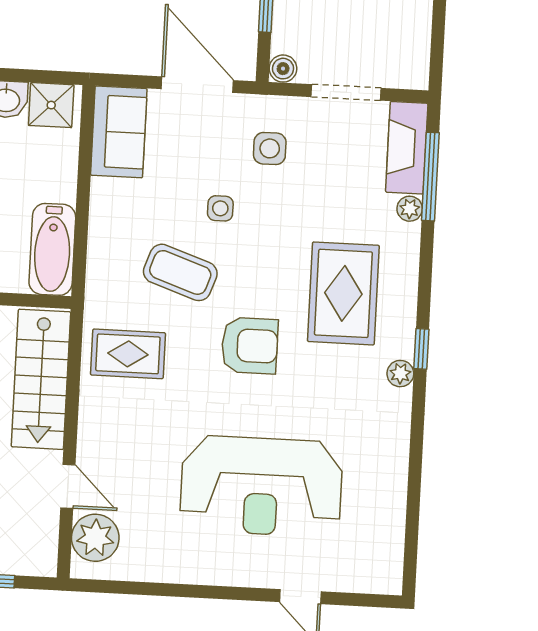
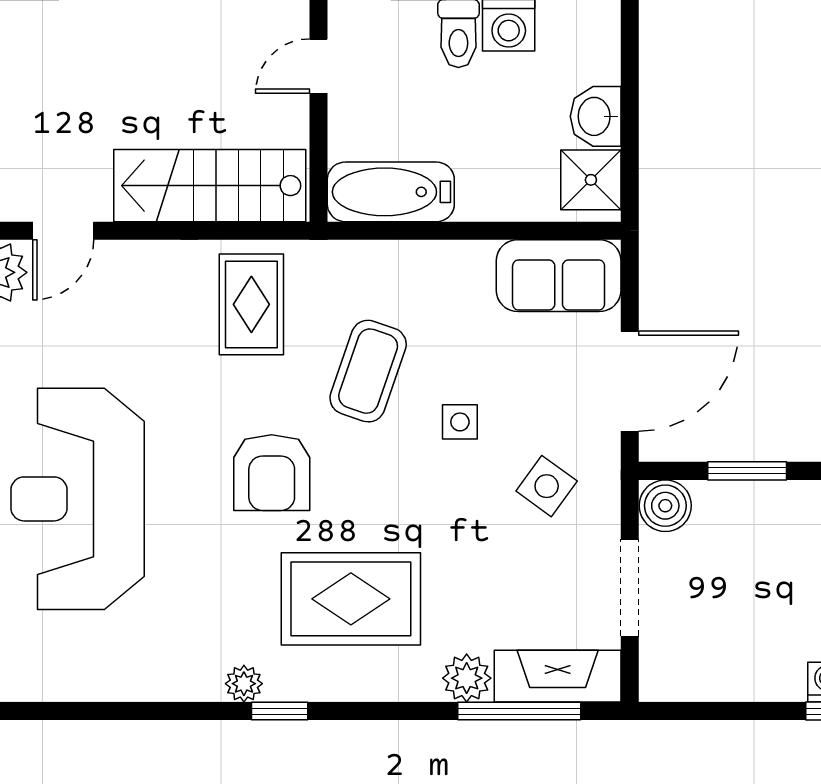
boiler: (283, 69) -> (665, 506), width x1.36, depth x1.36
side table: (270, 148) -> (547, 486), turned 36
plant: (410, 209) -> (467, 678), width x1.38, depth x1.38

